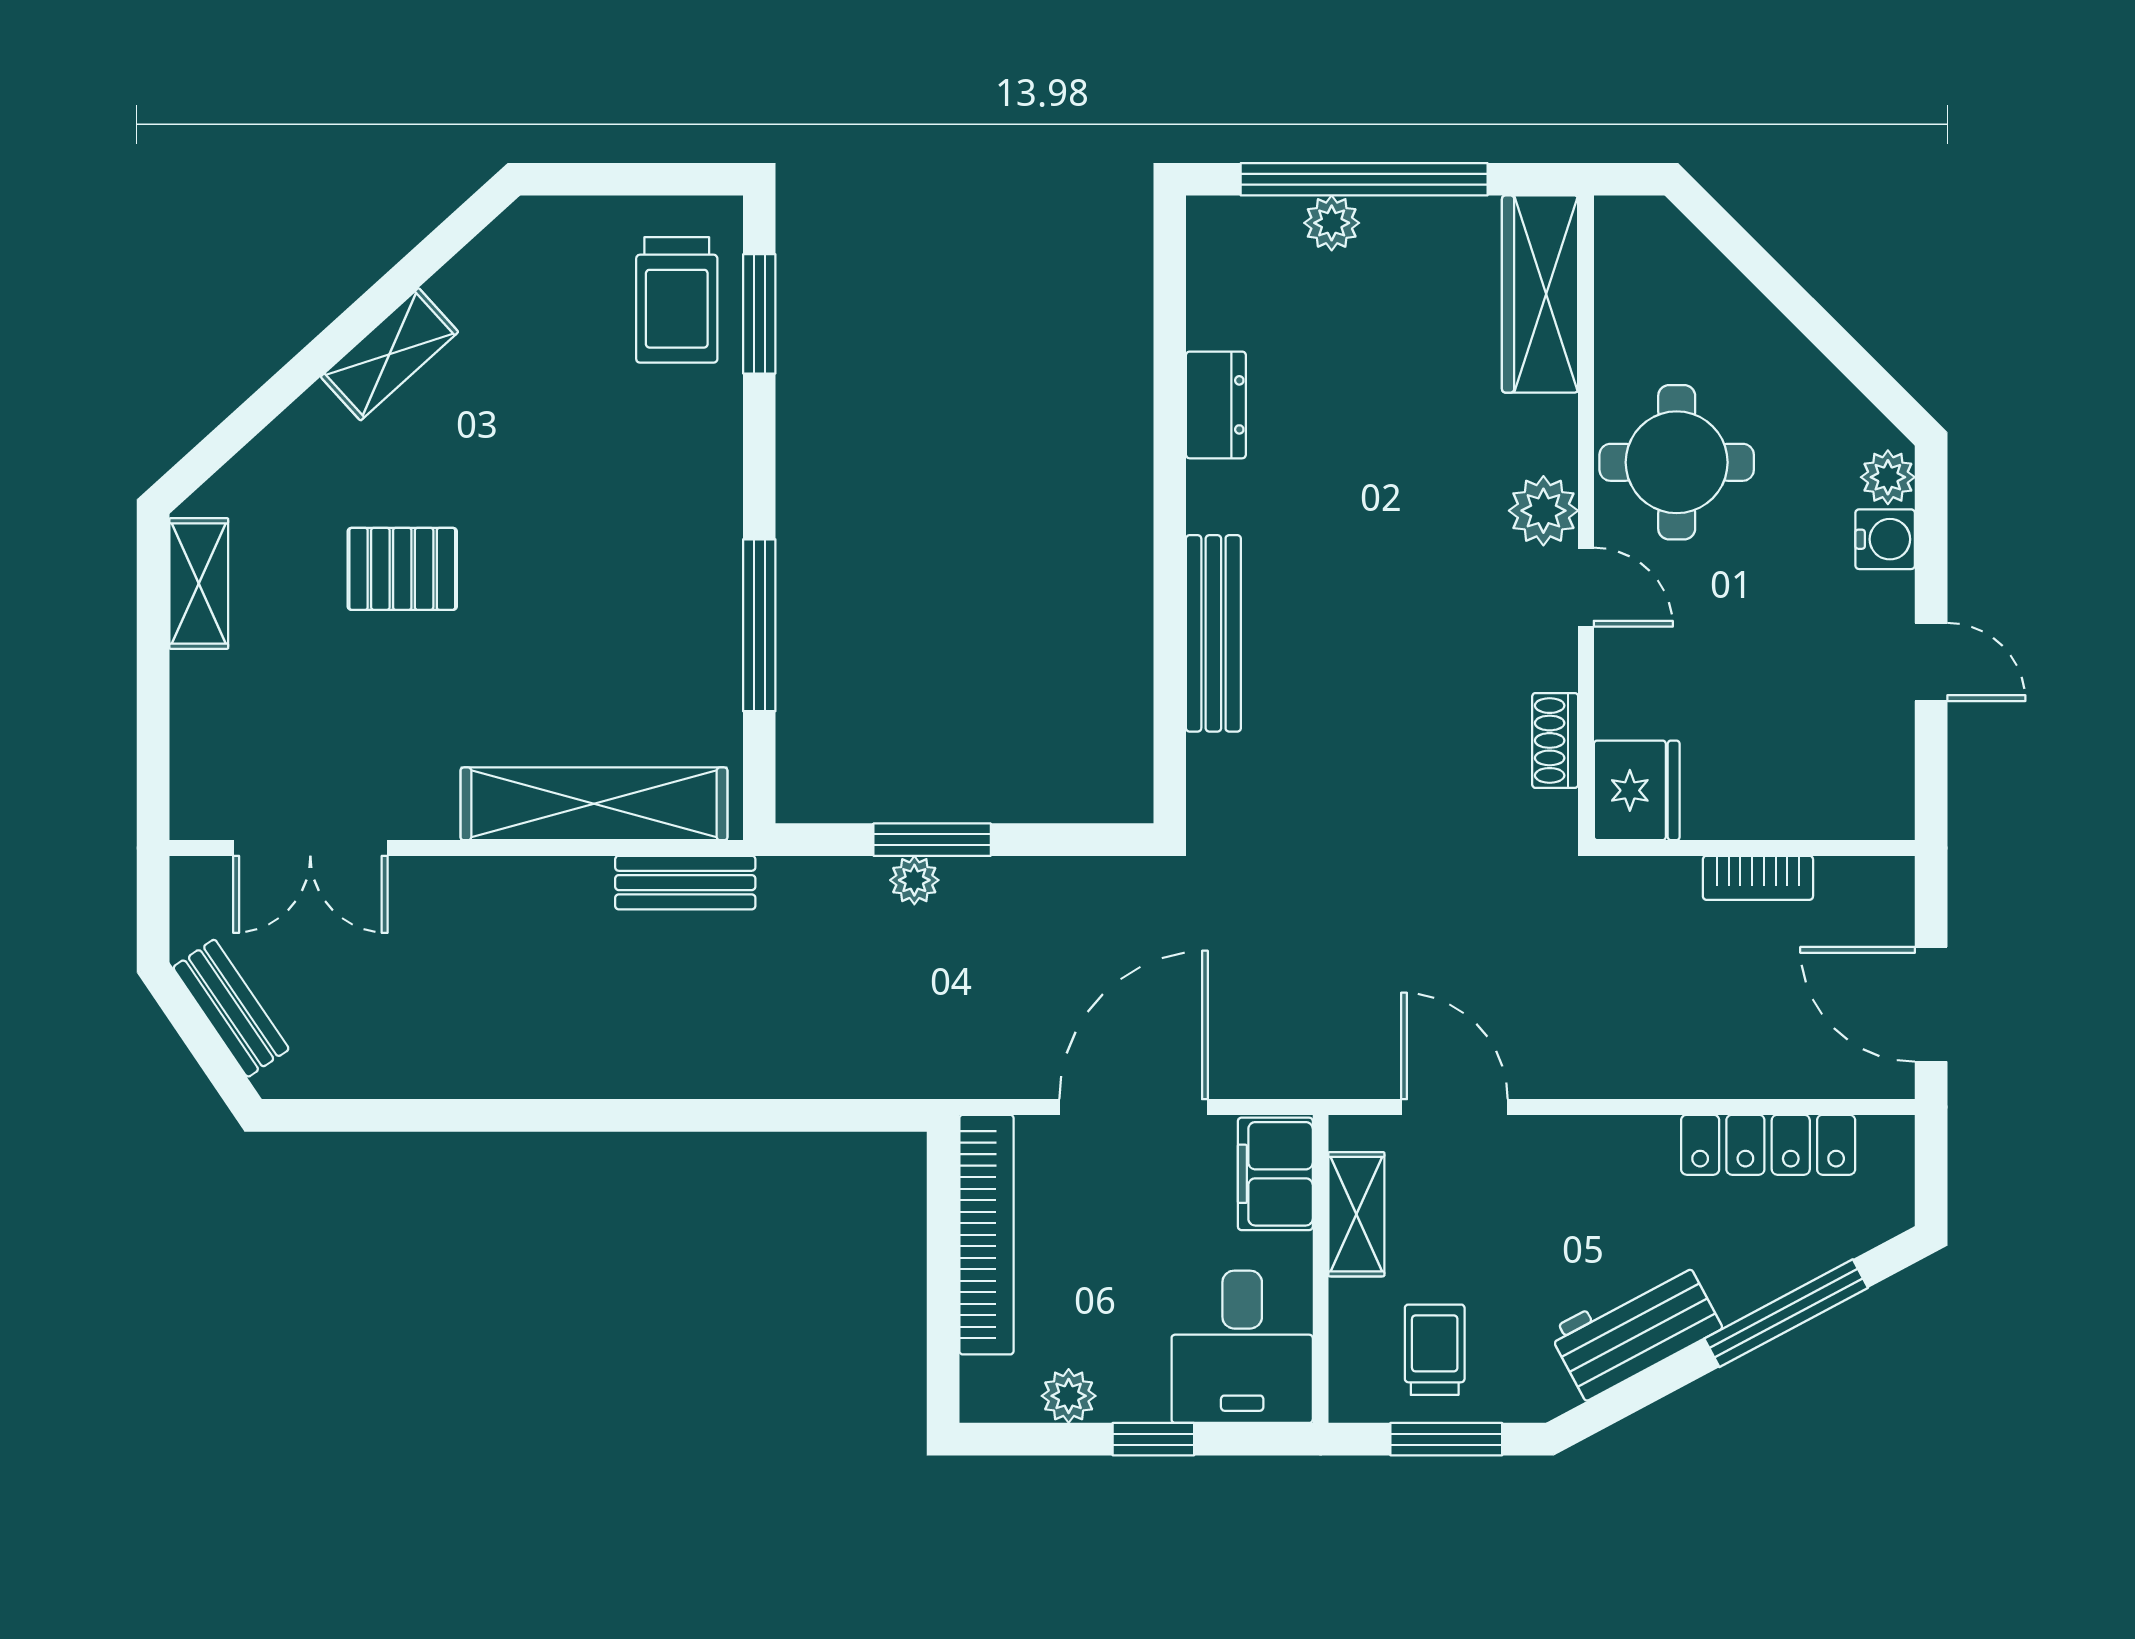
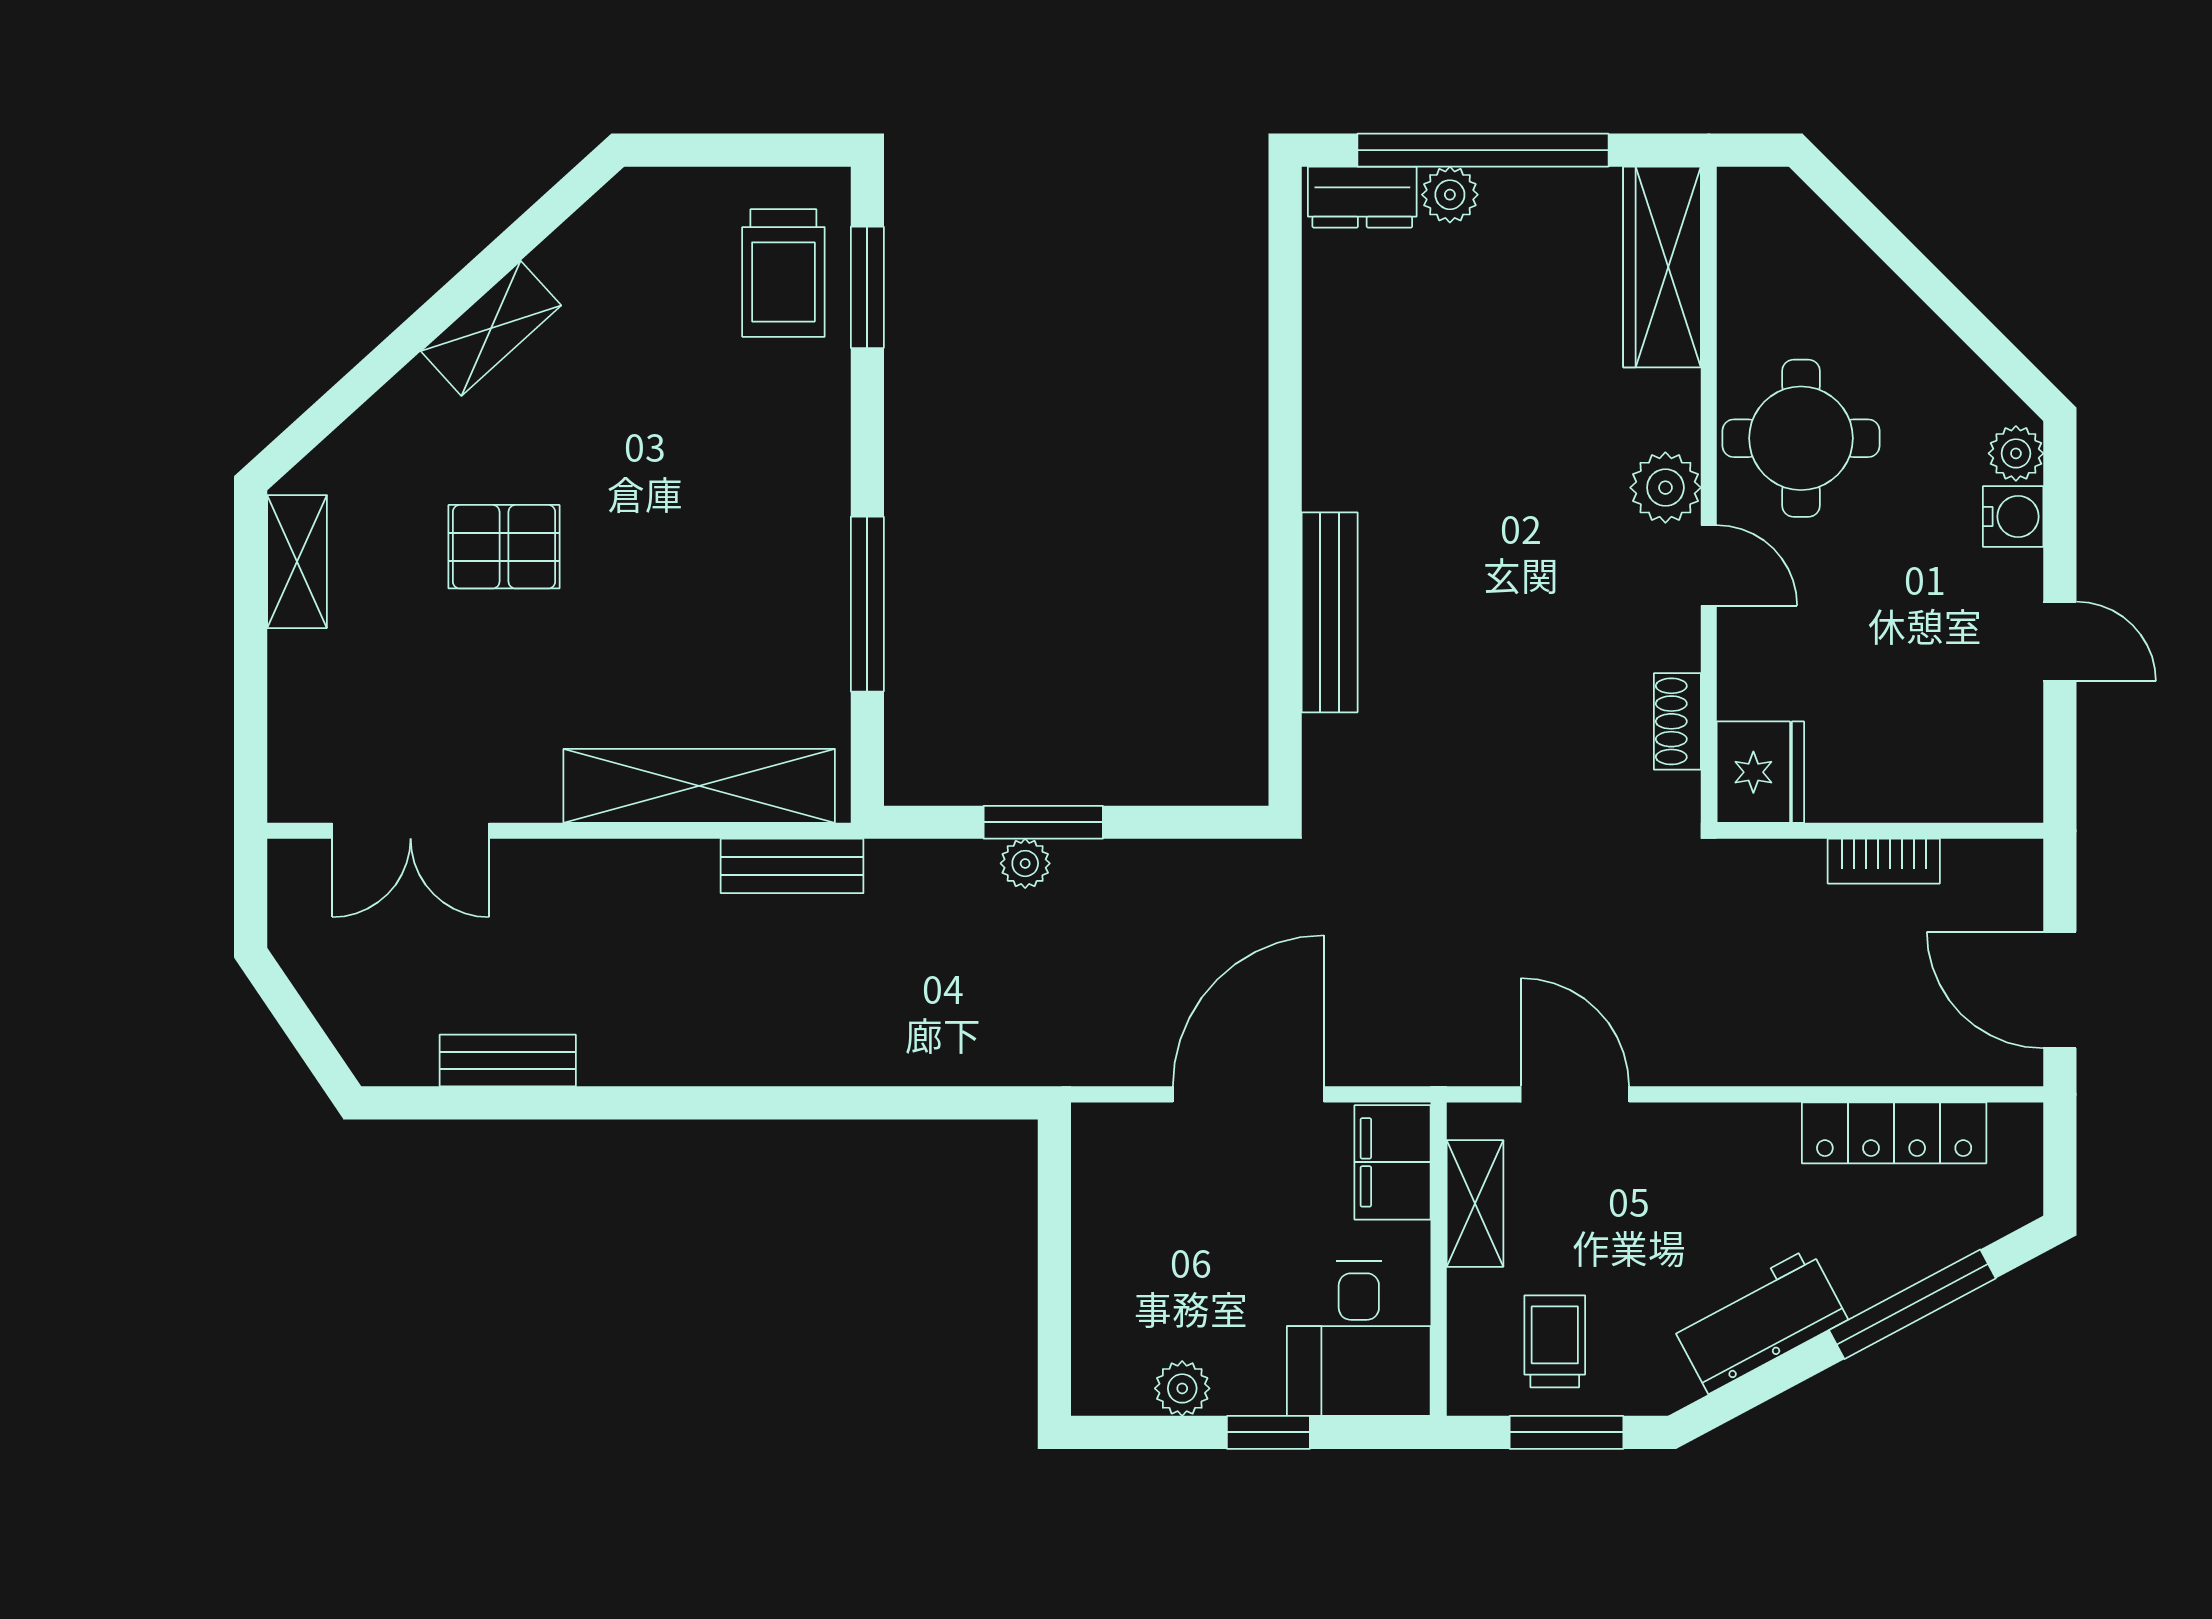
dresser: (1216, 405) -> (1362, 197), moved, turned 90
bench: (231, 1008) -> (508, 1060), moved, turned -56
bookcase: (986, 1235) -> (1099, 1224), removed

